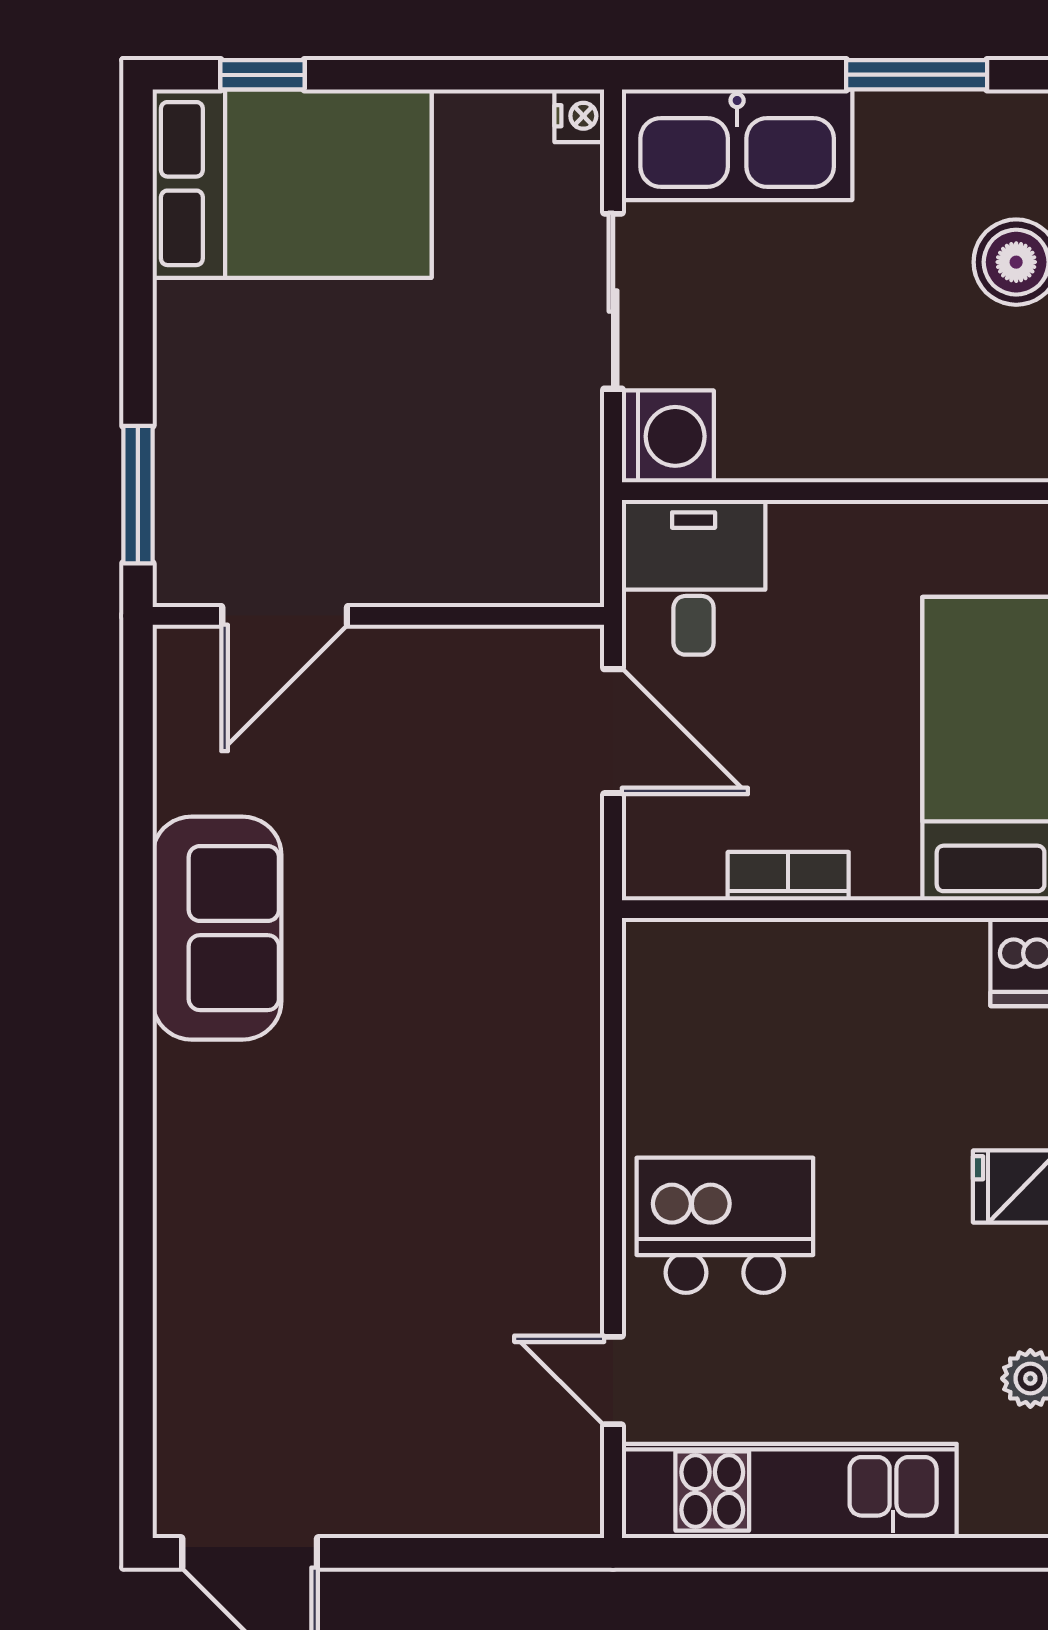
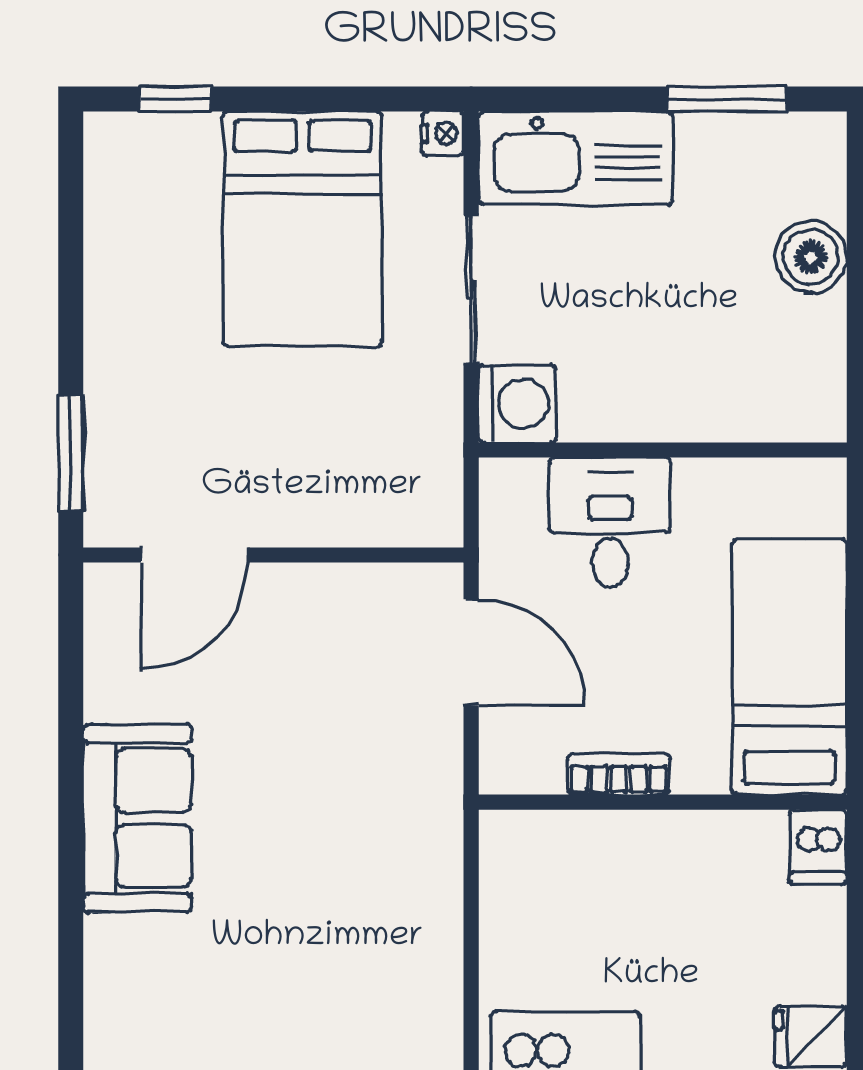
bed: (292, 184) -> (302, 229), moved, turned 90
desk: (694, 577) -> (610, 523), moved

